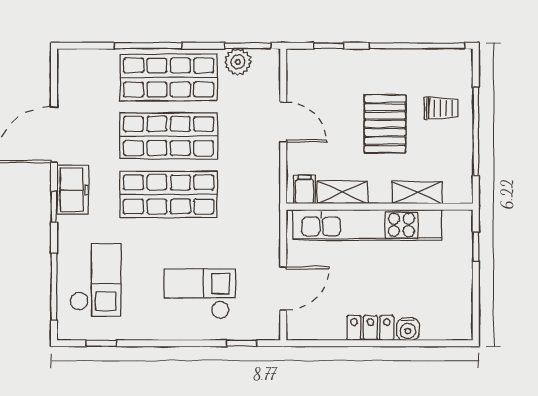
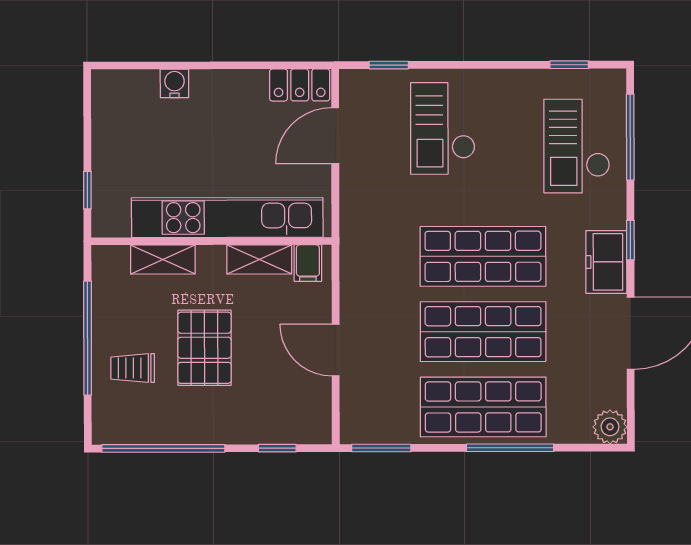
plant: (238, 62) -> (610, 427), moved
checkout: (200, 294) -> (443, 128), turned 90
locker: (370, 328) -> (300, 85), moved

